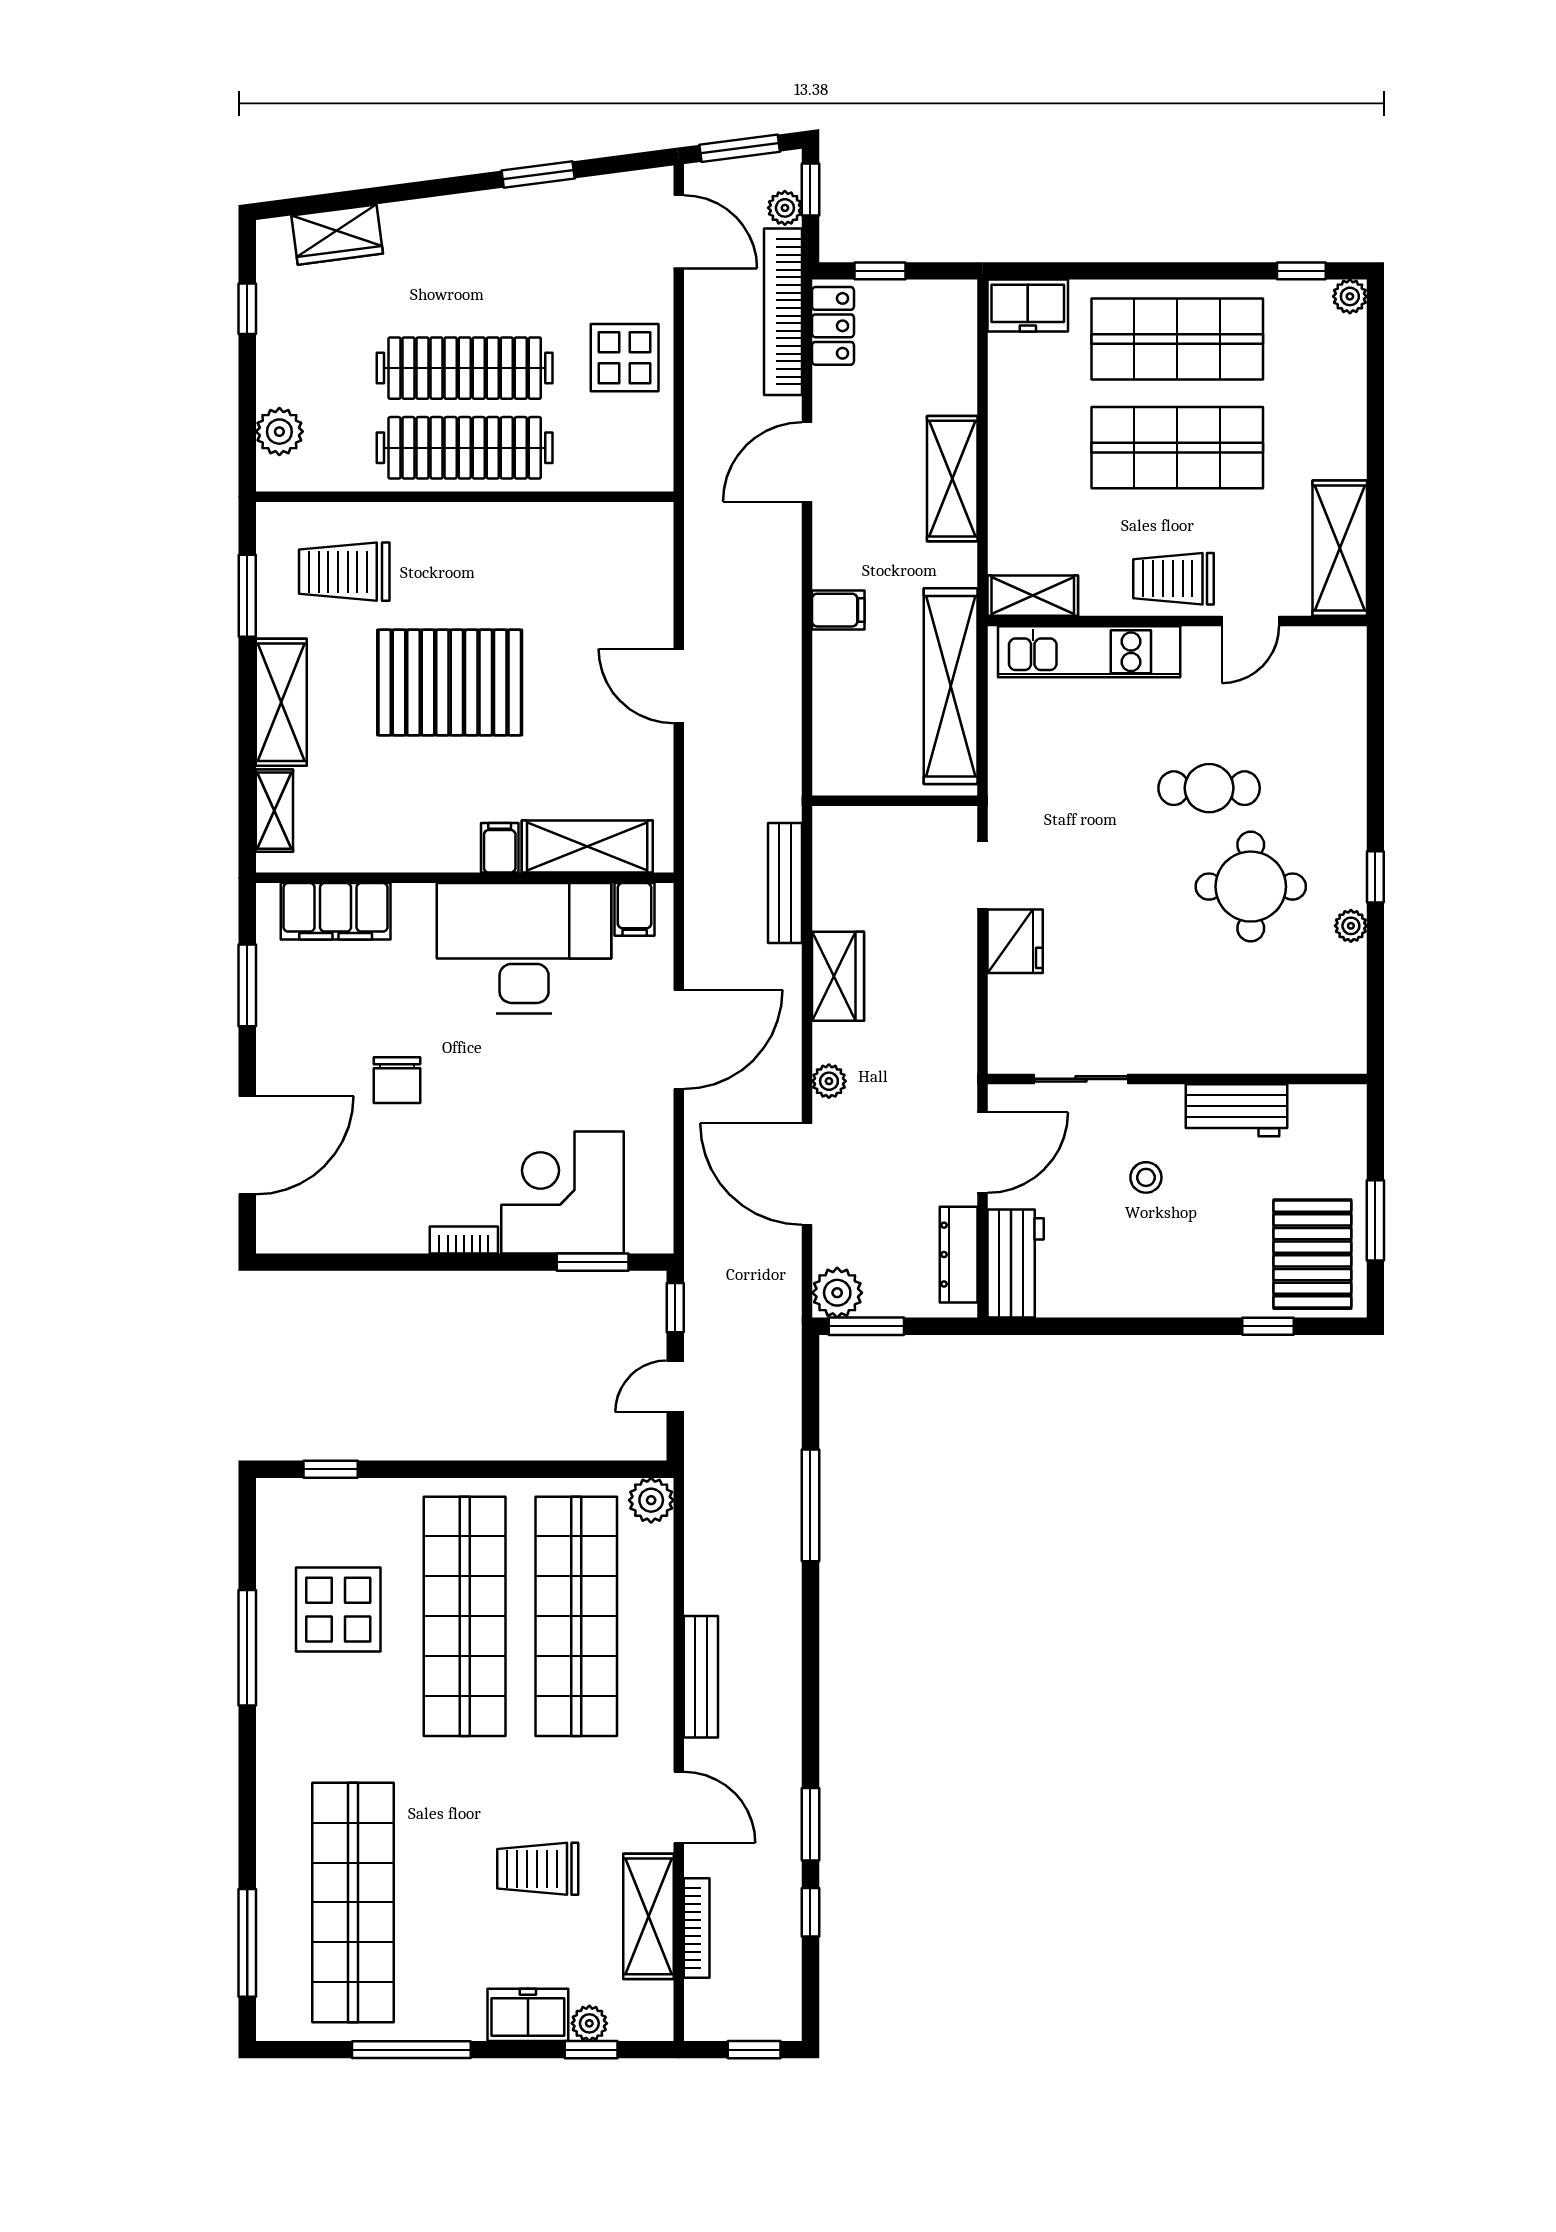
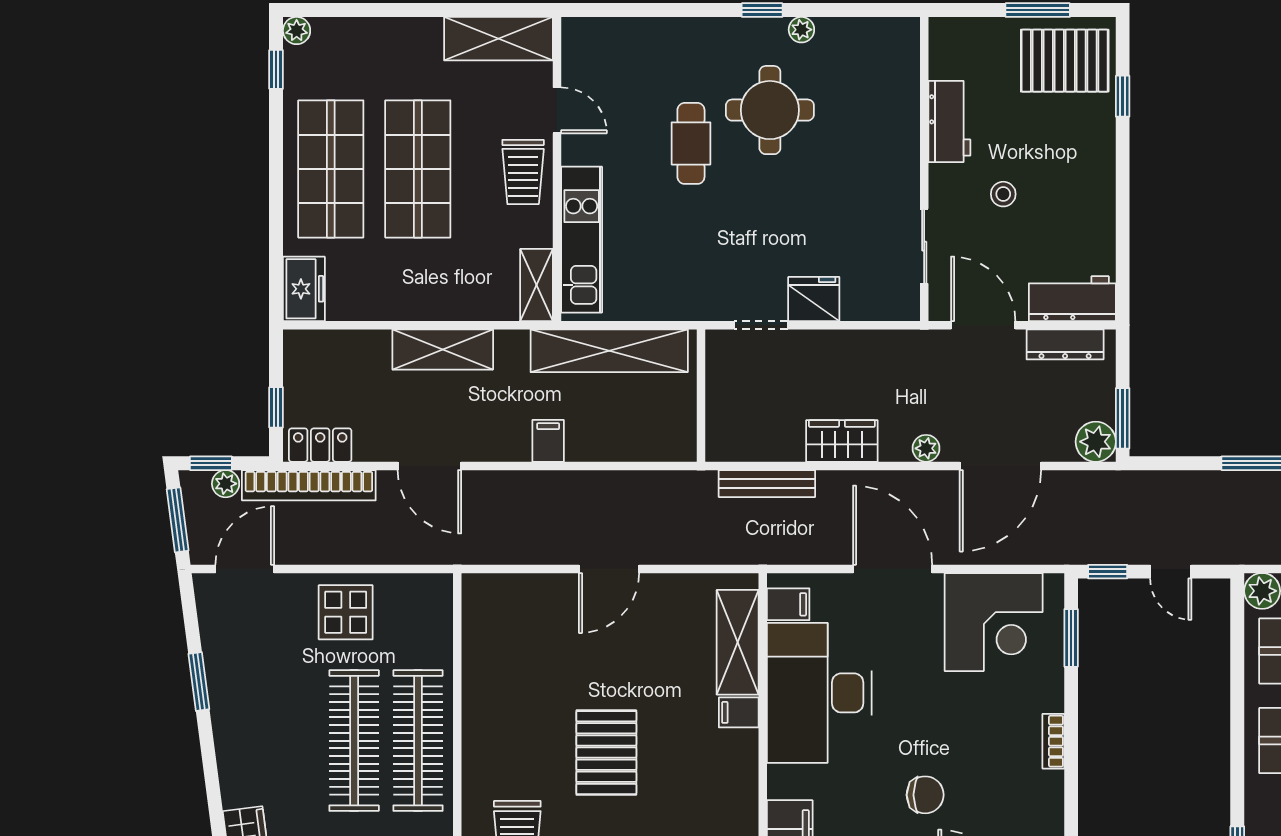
pallet: (450, 683) -> (606, 753), width x0.73, depth x0.71
corner desk: (562, 1192) -> (994, 622), moved, turned -90

